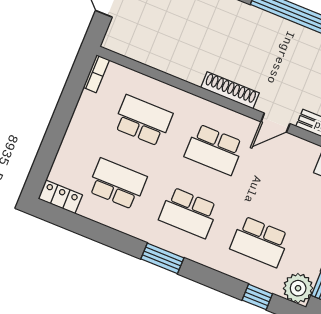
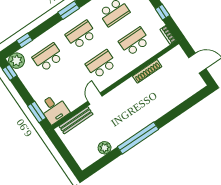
shoe rack: (230, 90) -> (147, 71), moved
window: (66, 107) -> (162, 12), added
school desk: (143, 121) -> (134, 42), turned 180

